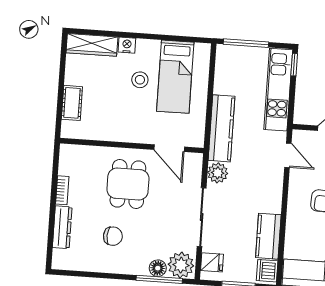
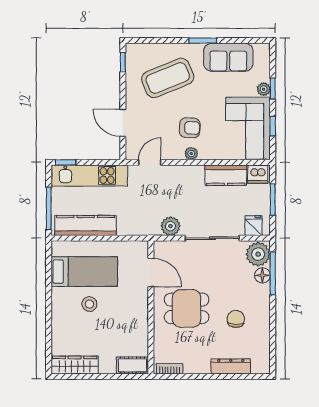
wardrobe: (92, 45) -> (75, 365), moved, turned -90
nightstand: (127, 45) -> (58, 318), removed
cot: (72, 103) -> (132, 365), moved
kitchen counter: (221, 128) -> (86, 225), moved
door: (169, 148) -> (151, 273), hinge flipped
bookcase: (62, 190) -> (170, 369), moved
plant: (294, 201) -> (191, 154), added

